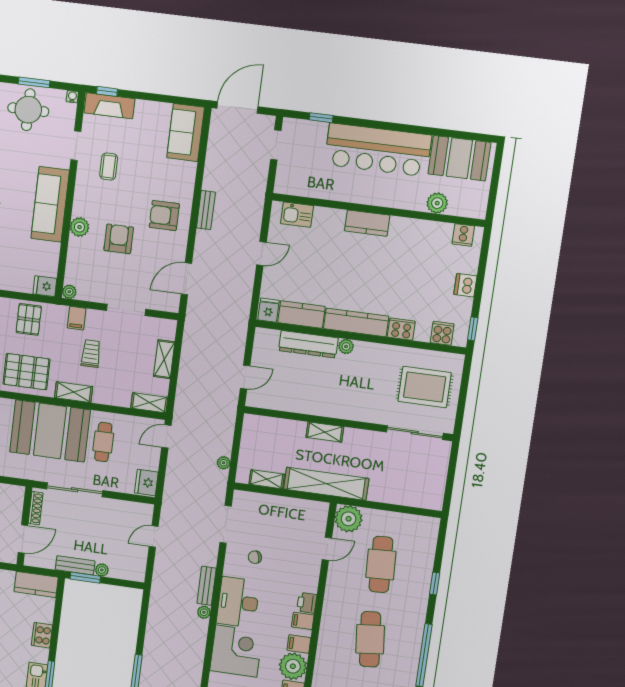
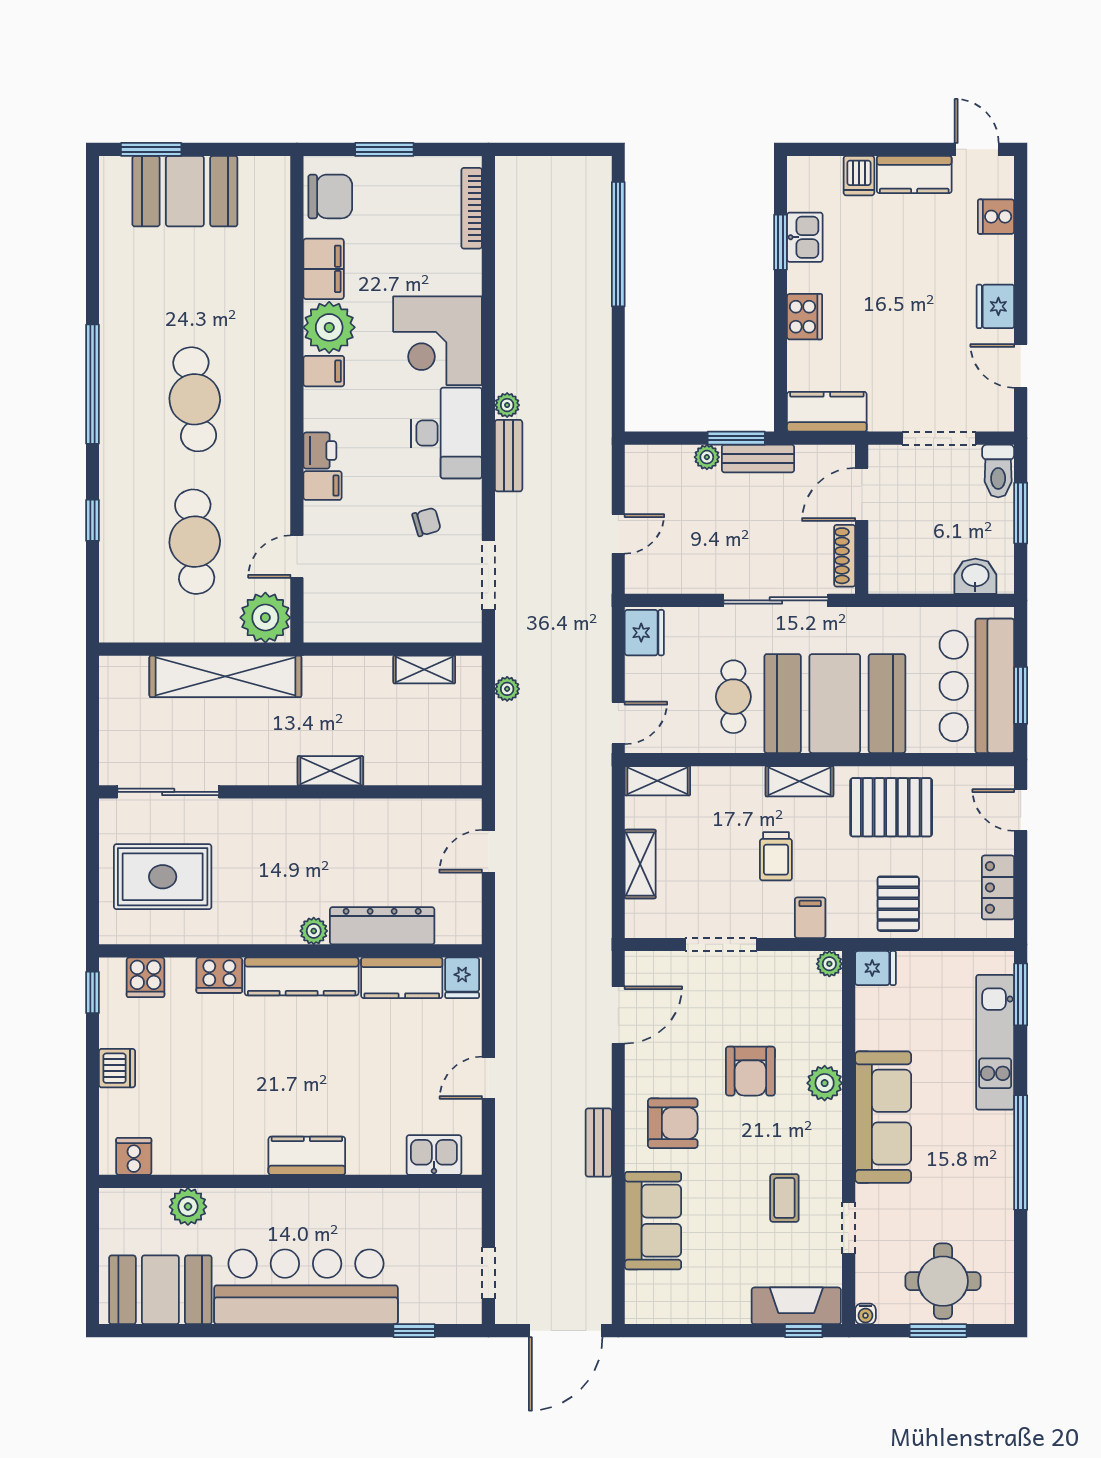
sofa: (186, 133) -> (653, 1221), moved
shelving: (326, 484) -> (225, 676), moved
filing cabinet: (303, 621) -> (323, 486), moved

